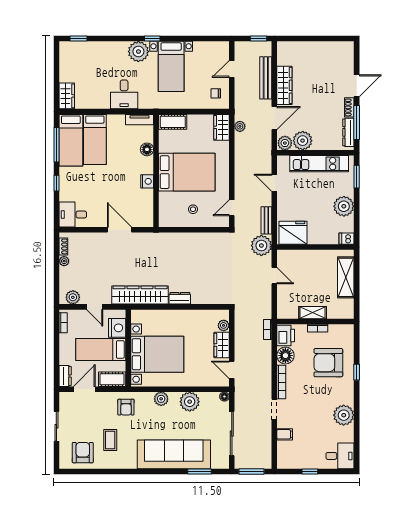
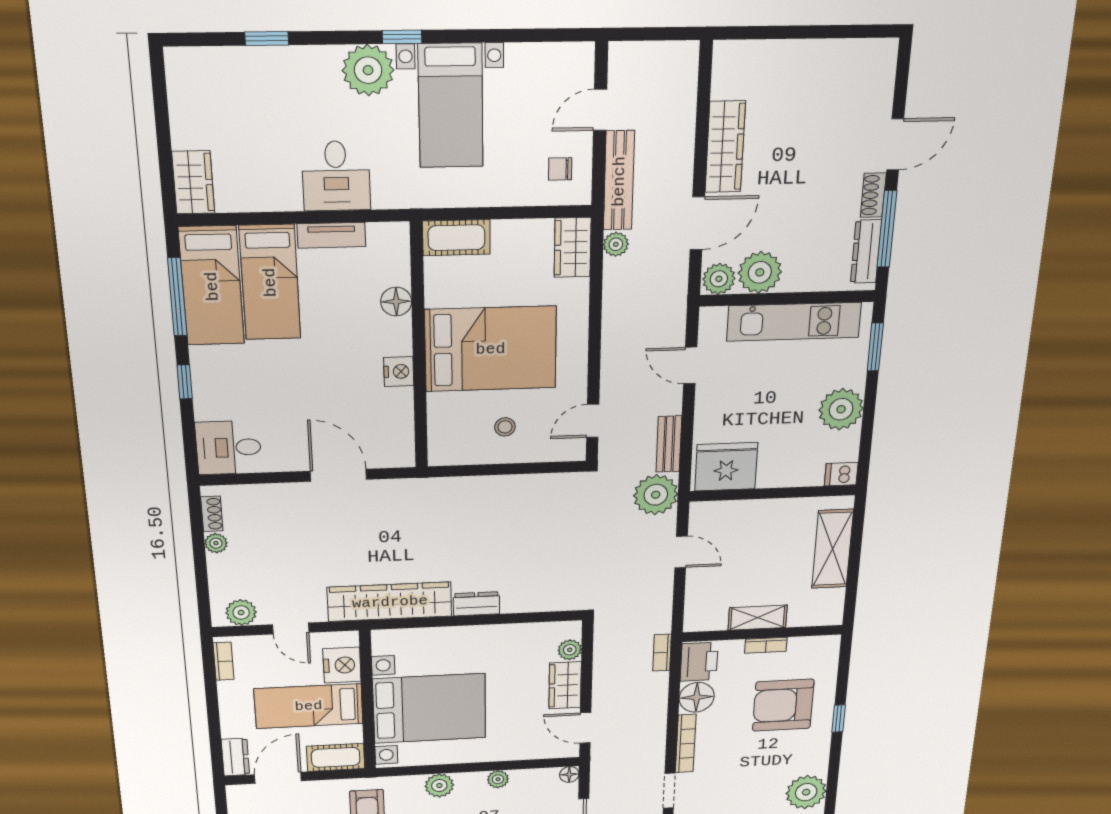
window: (78, 39) -> (267, 39), moved
window: (258, 39) -> (668, 34), removed
bench: (266, 78) -> (619, 181), moved
tv unit: (140, 120) -> (331, 235), moved
plant: (190, 402) -> (498, 779), width x0.53, depth x0.53

